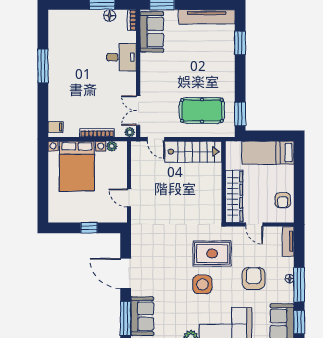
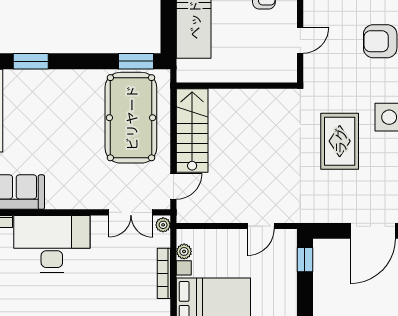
desk: (121, 57) -> (52, 244), width x1.87, depth x1.30
pool table: (202, 110) -> (131, 118), width x1.36, depth x1.32
wardrobe: (234, 196) -> (258, 70), removed
window: (89, 228) -> (305, 260), moved
rug: (212, 253) -> (340, 141), moved

